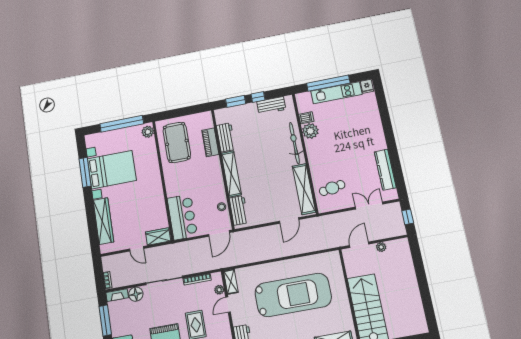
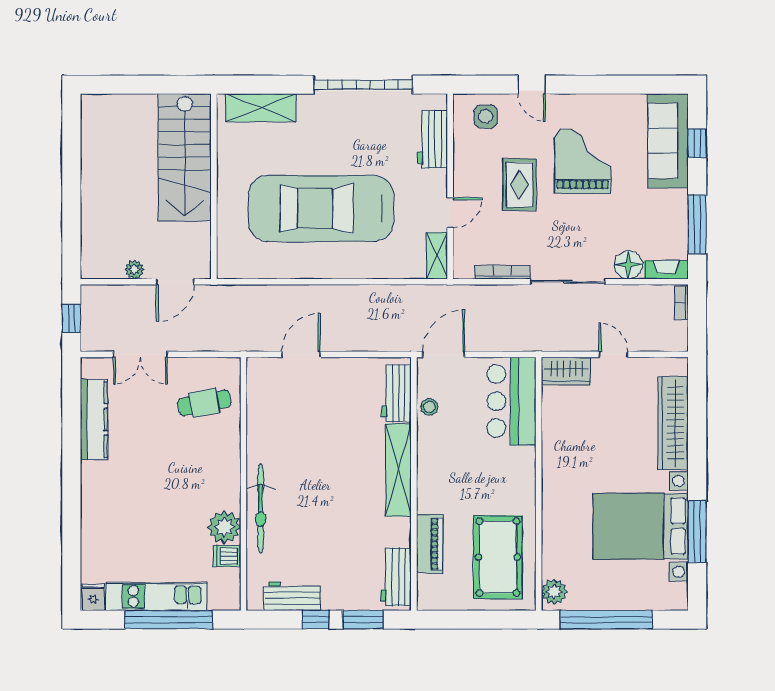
workbench: (226, 137) -> (396, 577), moved
shelving: (304, 189) -> (260, 411), removed
plant: (219, 290) -> (462, 244), removed

